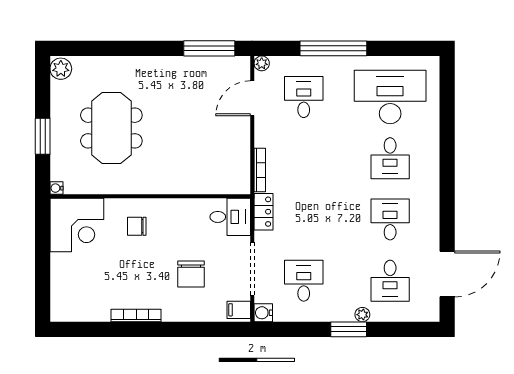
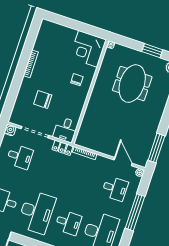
meeting table: (111, 128) -> (132, 84), turned 90
window: (43, 136) -> (152, 51), moved
desk: (390, 158) -> (68, 223), turned 180
desk: (390, 219) -> (36, 212), width x1.87, depth x1.30
filing cabinet: (239, 310) -> (16, 118), removed

